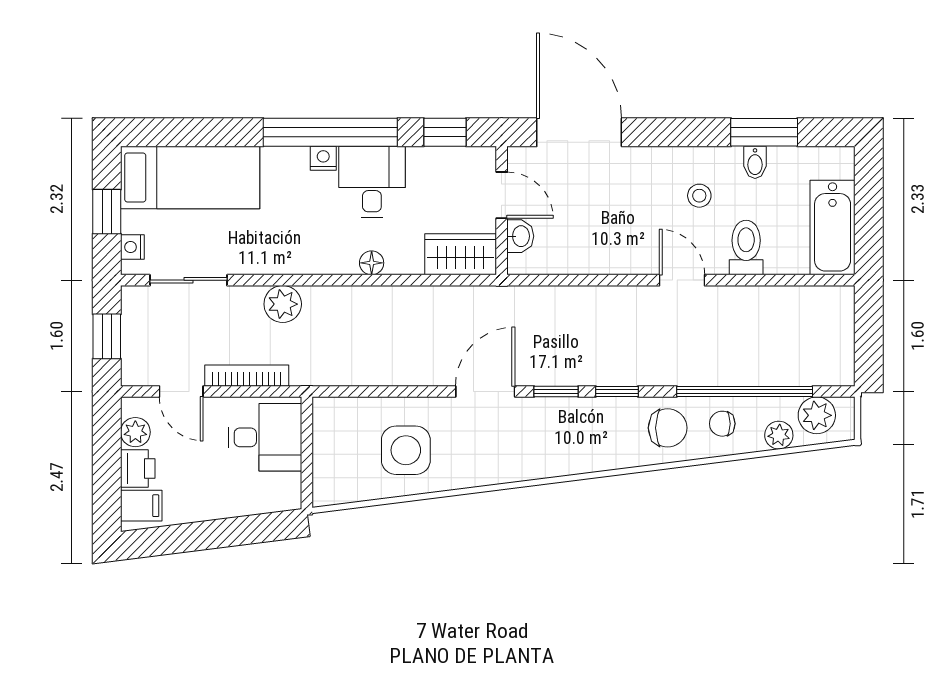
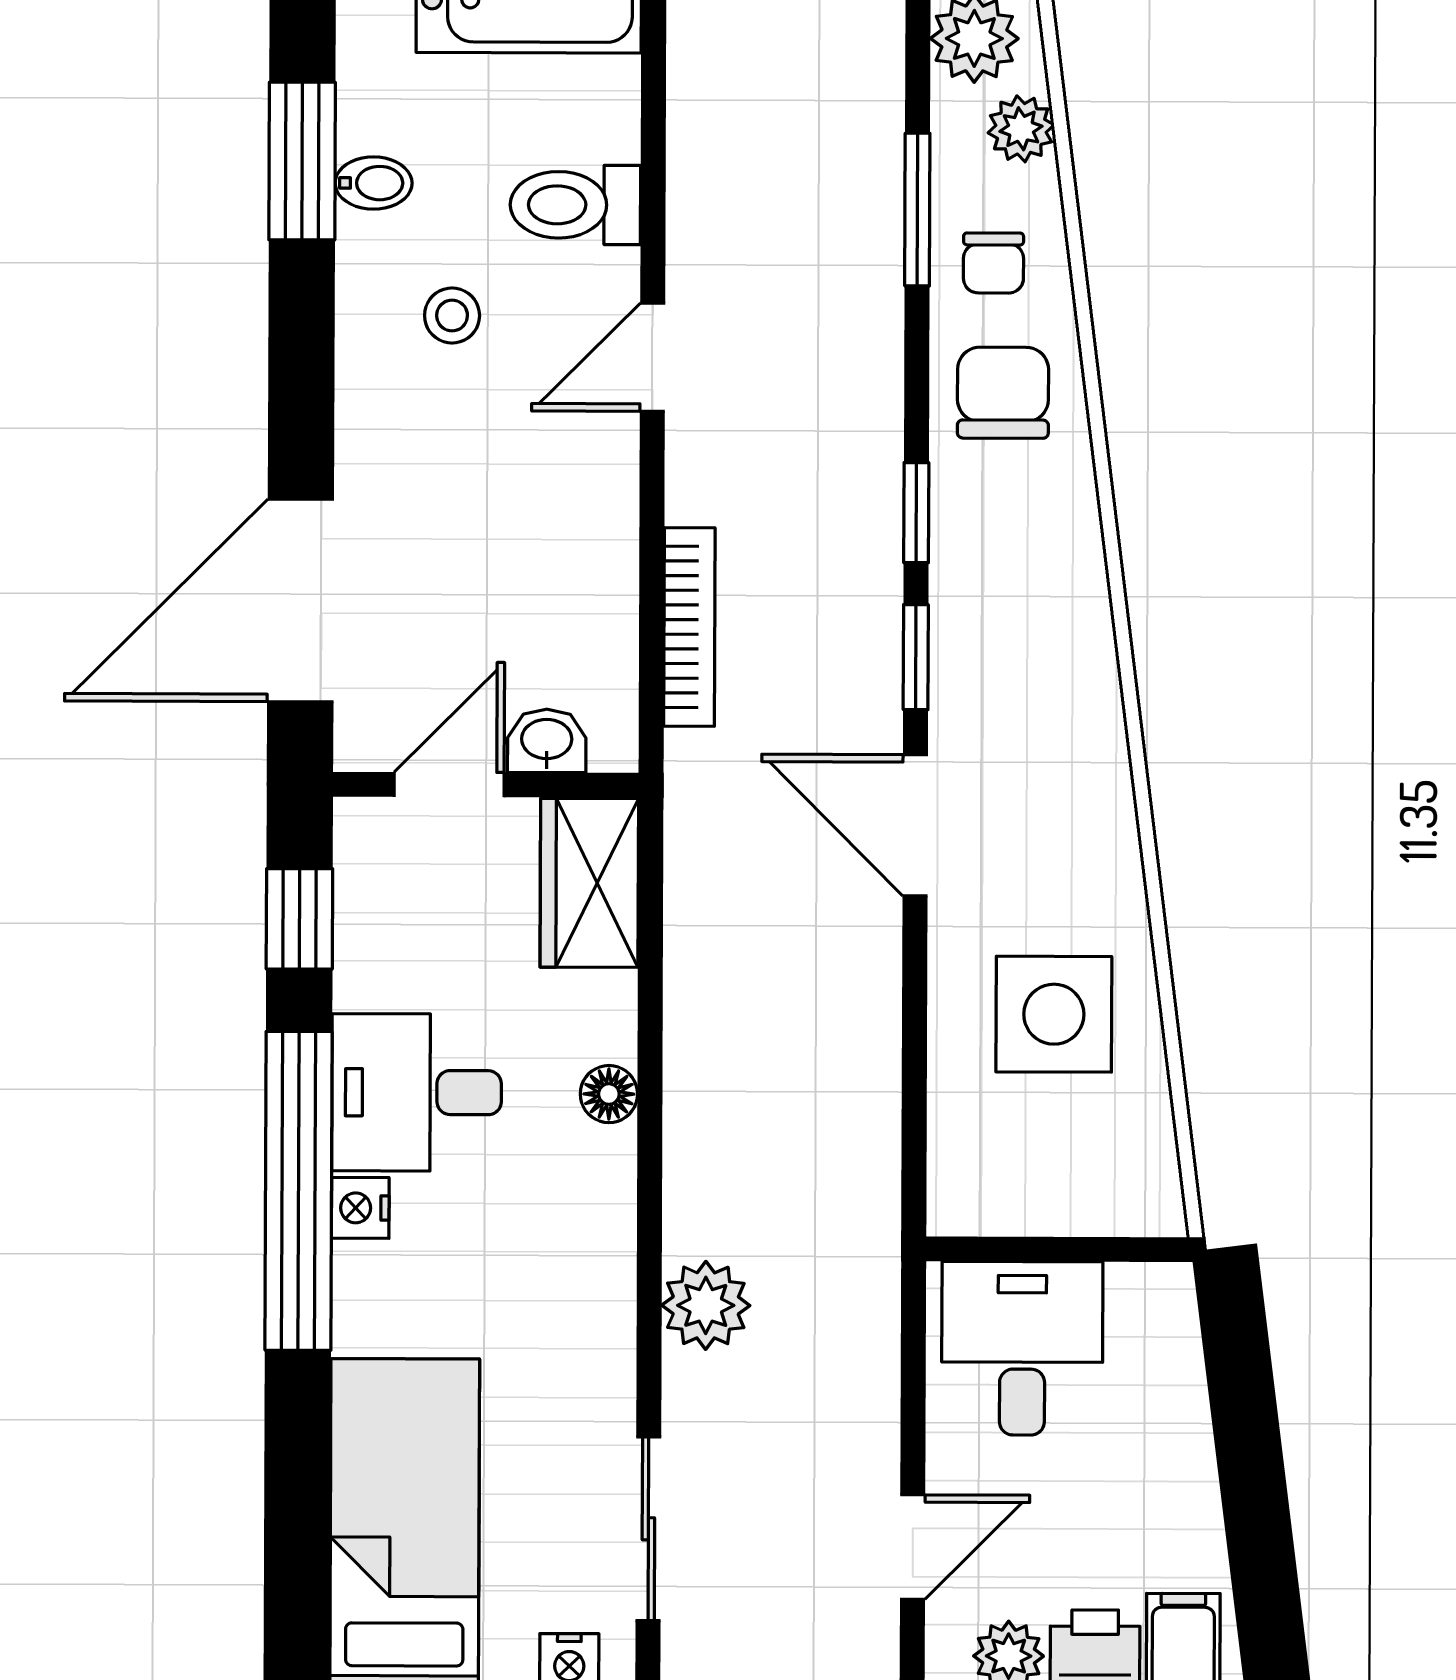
bookcase: (247, 376) -> (689, 627), moved, turned 180
window: (745, 392) -> (917, 210), width x0.47

